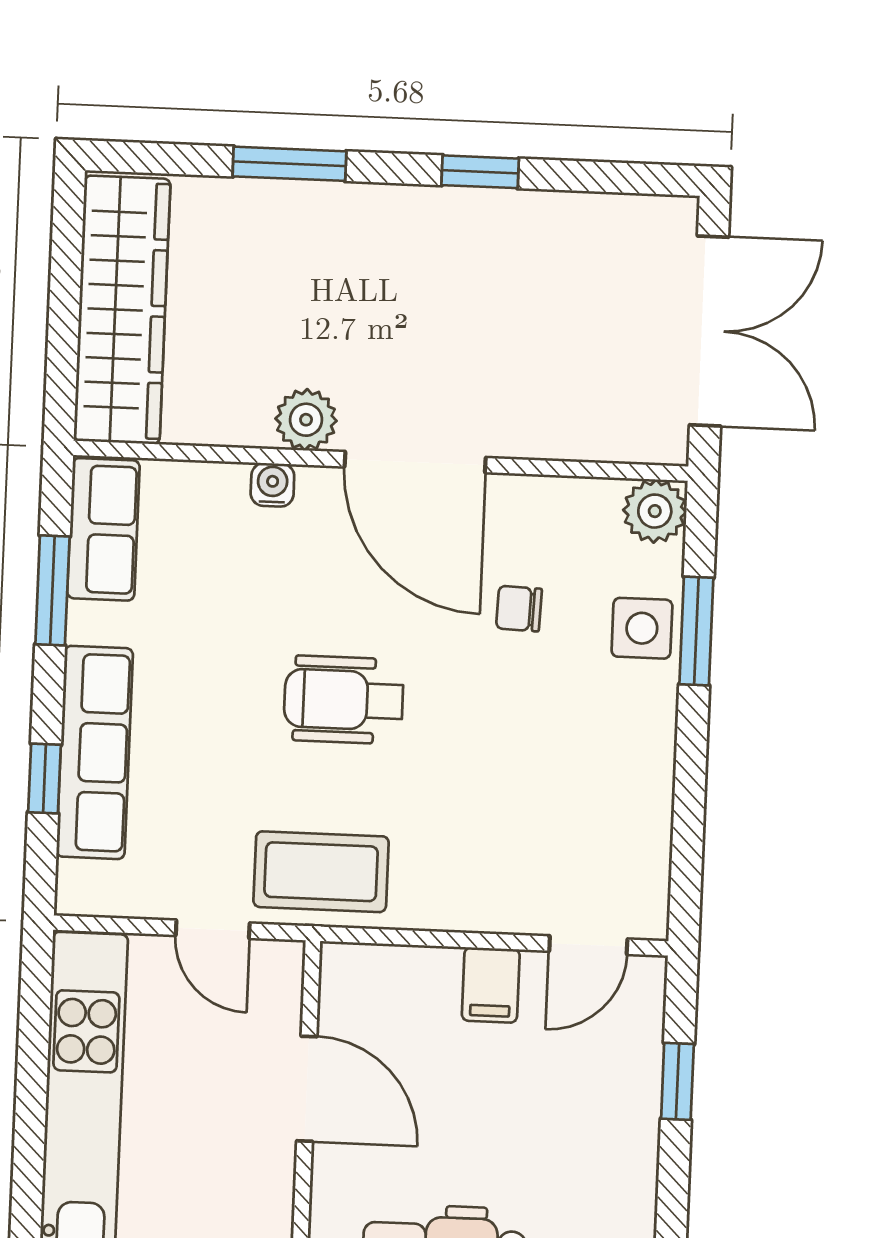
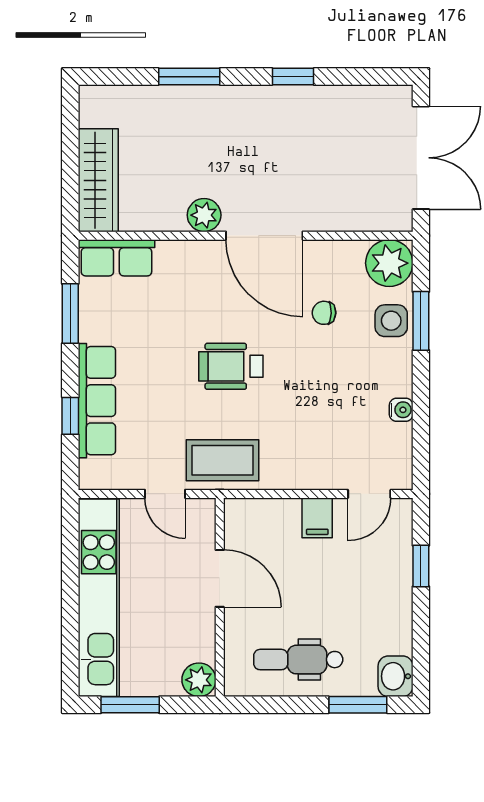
wardrobe: (122, 310) -> (98, 180), width x0.71, depth x0.85
water cooler: (272, 485) -> (401, 410), moved, turned 90
plant: (655, 511) -> (389, 263), width x1.36, depth x1.36
row of seats: (103, 529) -> (116, 258), moved, turned 90

